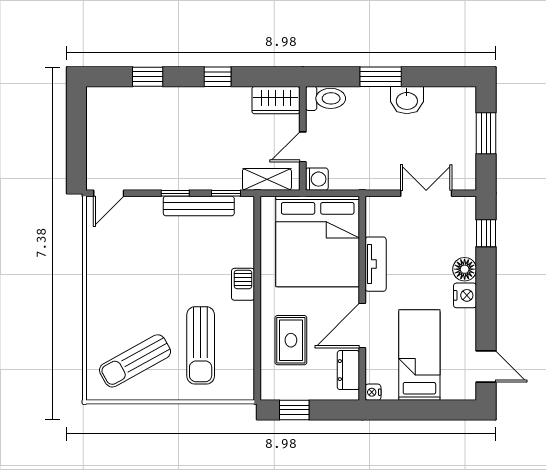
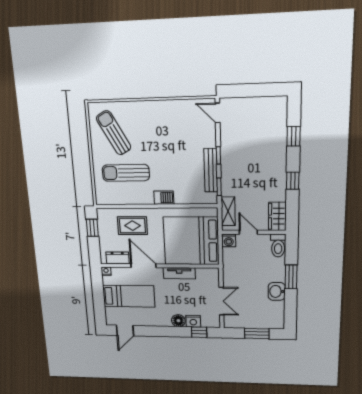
nightstand: (465, 295) -> (193, 321), moved

